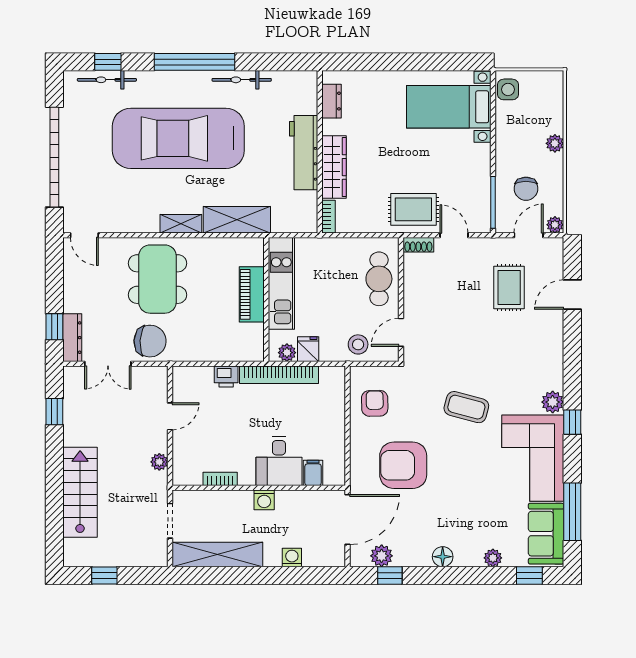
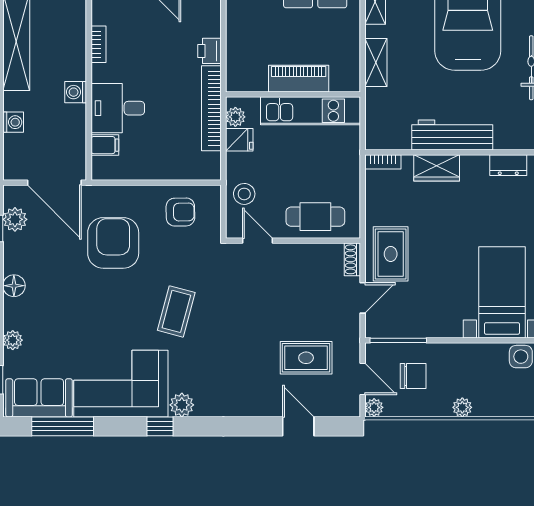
wardrobe: (334, 167) -> (437, 168), width x0.67
chair: (526, 189) -> (413, 376), turned 180
shelving: (237, 220) -> (376, 63), width x0.67, depth x0.75

